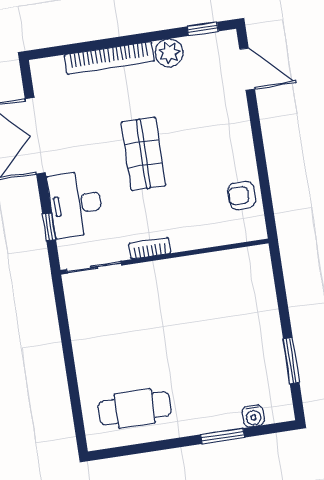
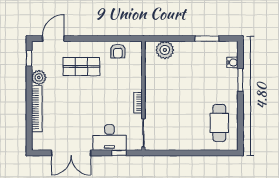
shop shelf: (143, 154) -> (81, 67), moved
plant: (257, 284) -> (165, 50), added

